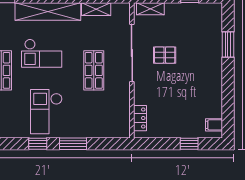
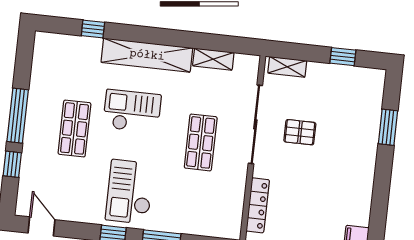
checkout: (42, 53) -> (132, 111), turned 180
locker: (140, 118) -> (258, 205), width x1.53

